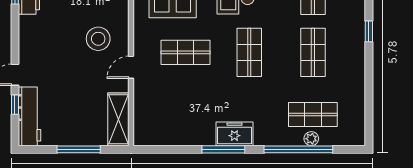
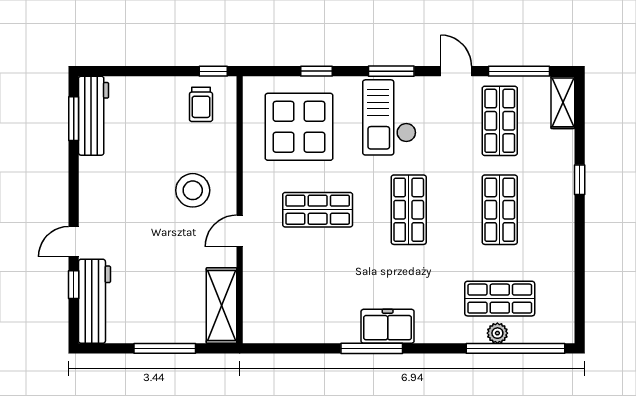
window: (298, 149) -> (516, 348), moved

